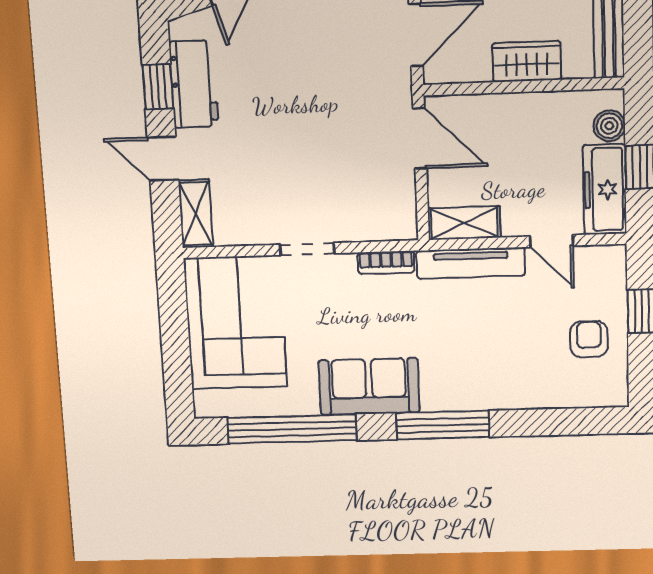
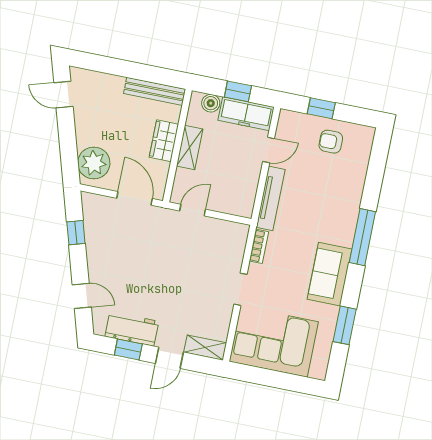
door: (420, 138) -> (193, 210), width x0.73
shelving: (464, 223) -> (190, 147), moved
window: (292, 429) -> (345, 325), width x0.47

